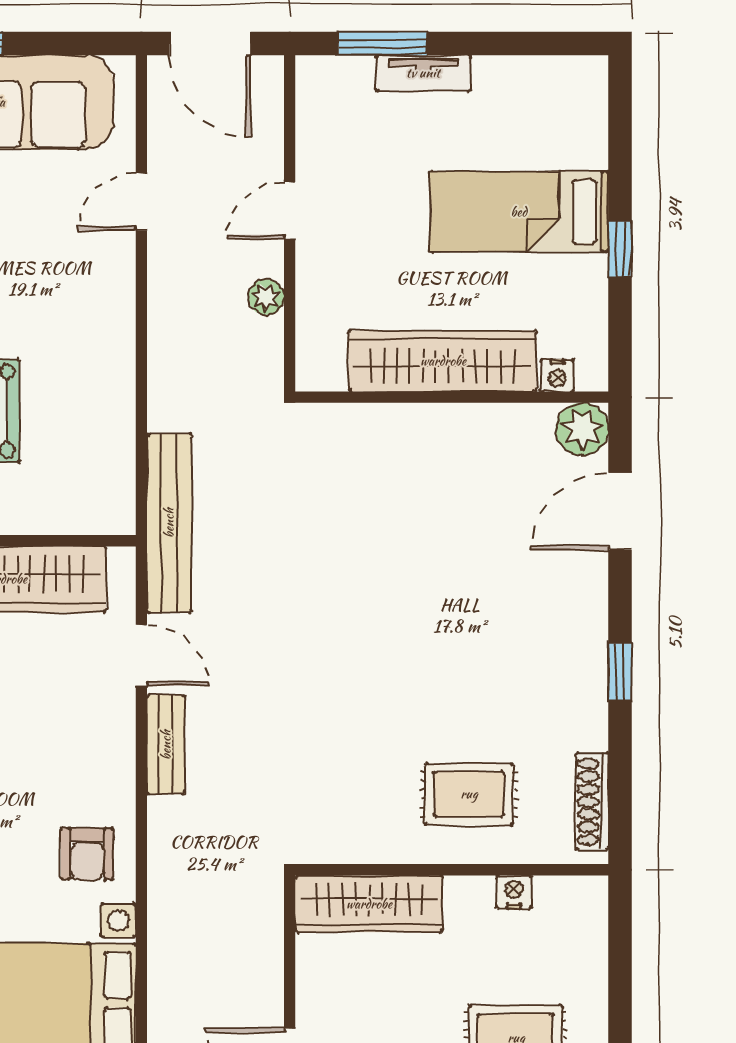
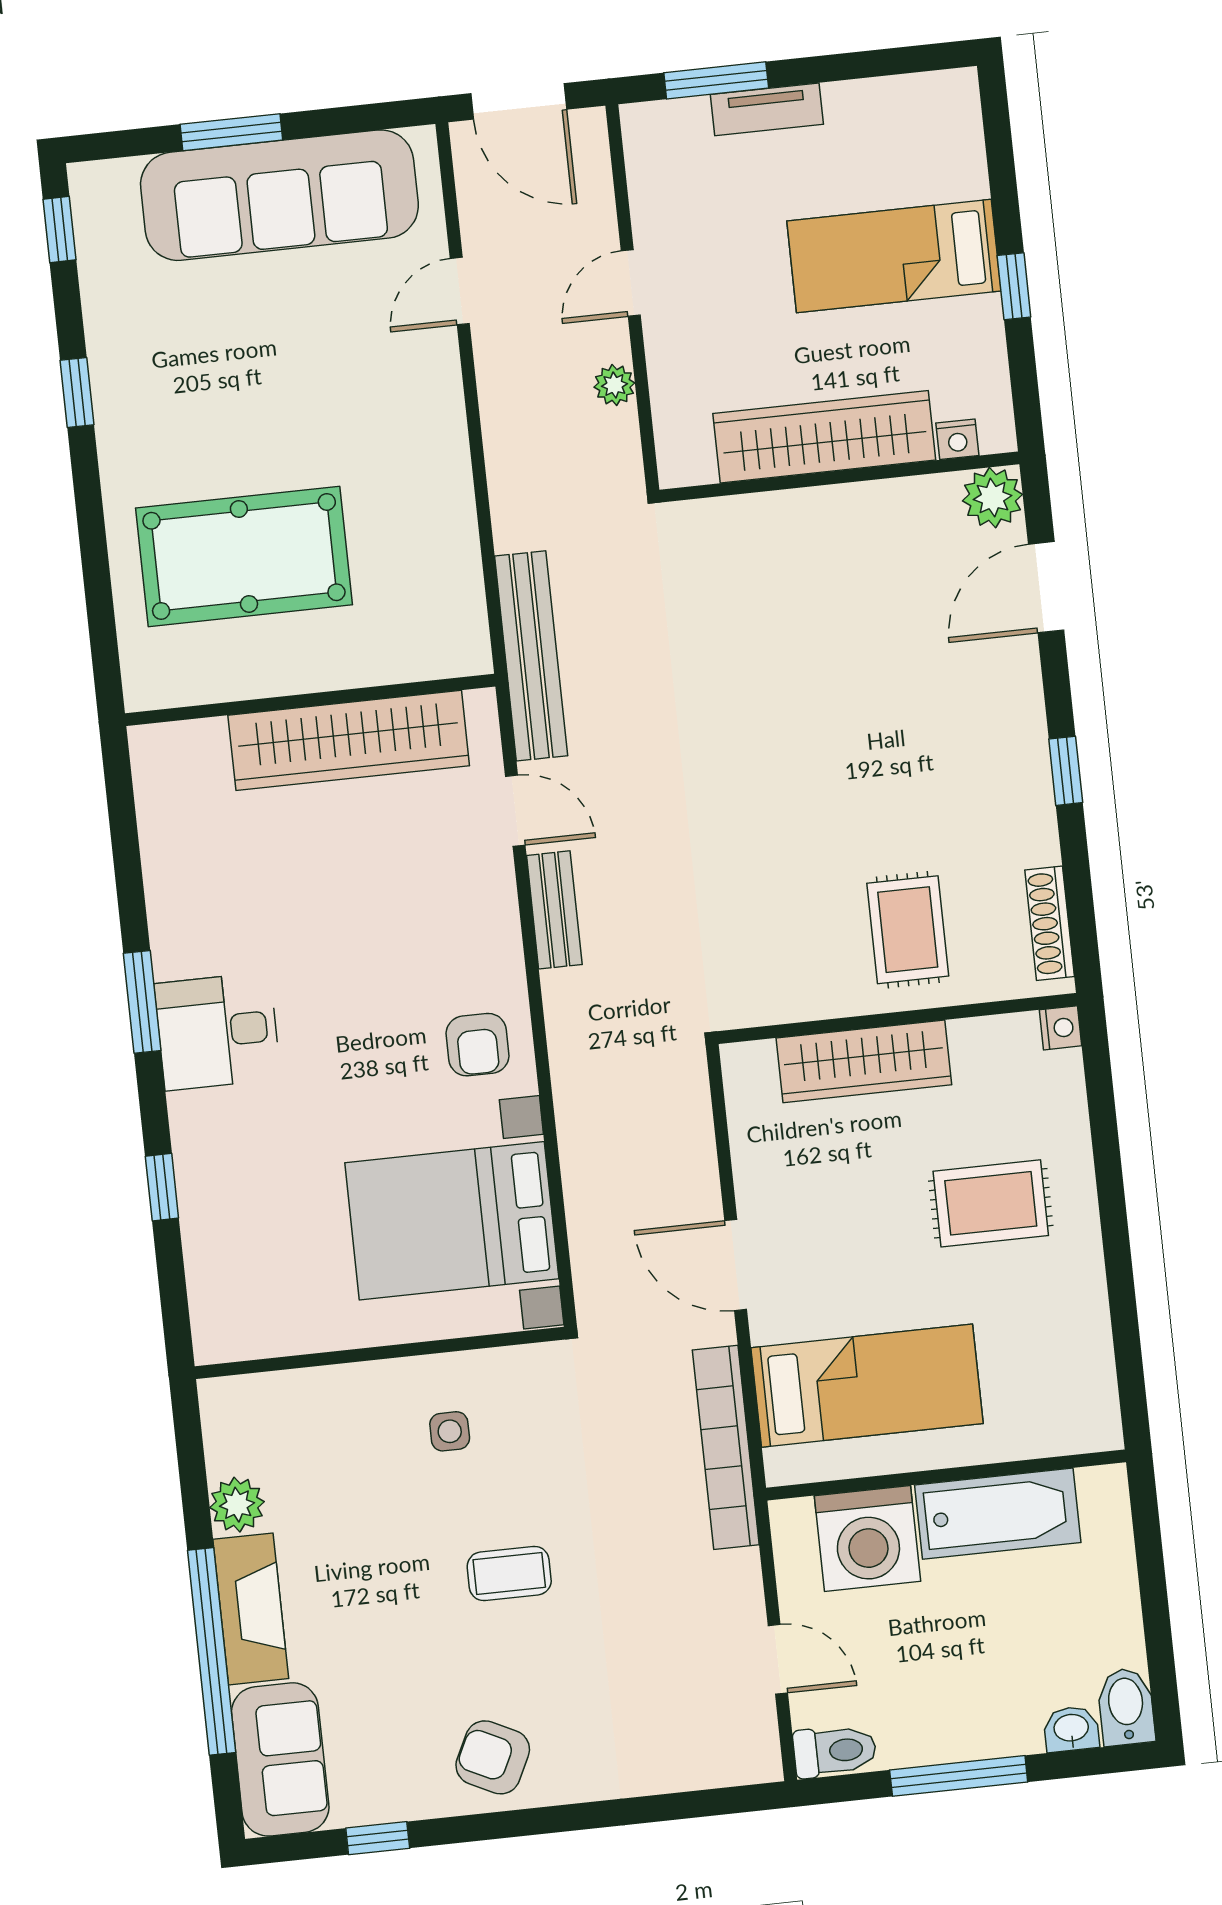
rug: (469, 794) -> (908, 930), turned 90
nightstand: (514, 892) -> (1060, 1028), moved, turned 90
wardrobe: (369, 904) -> (864, 1061), moved

